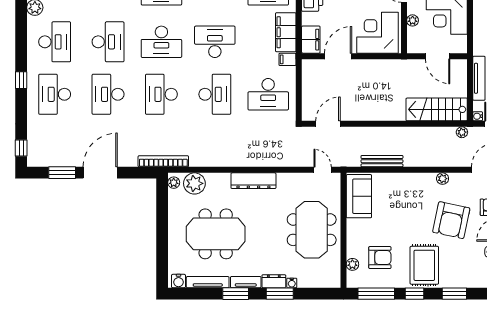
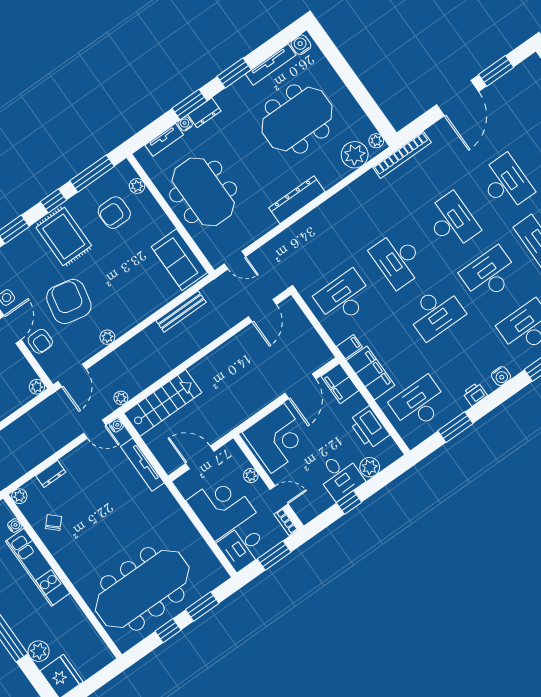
tv unit: (246, 282) -> (164, 140), moved

